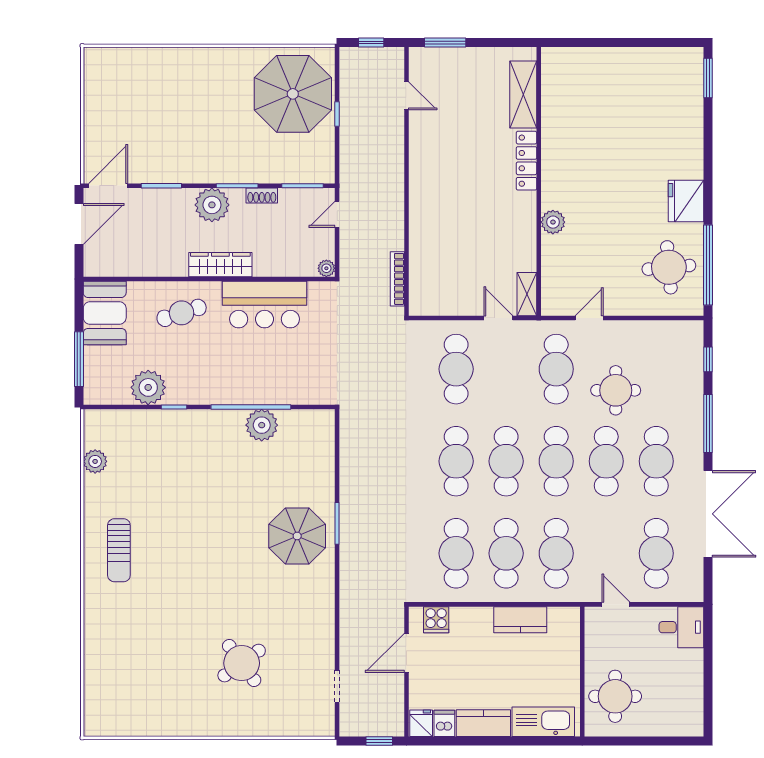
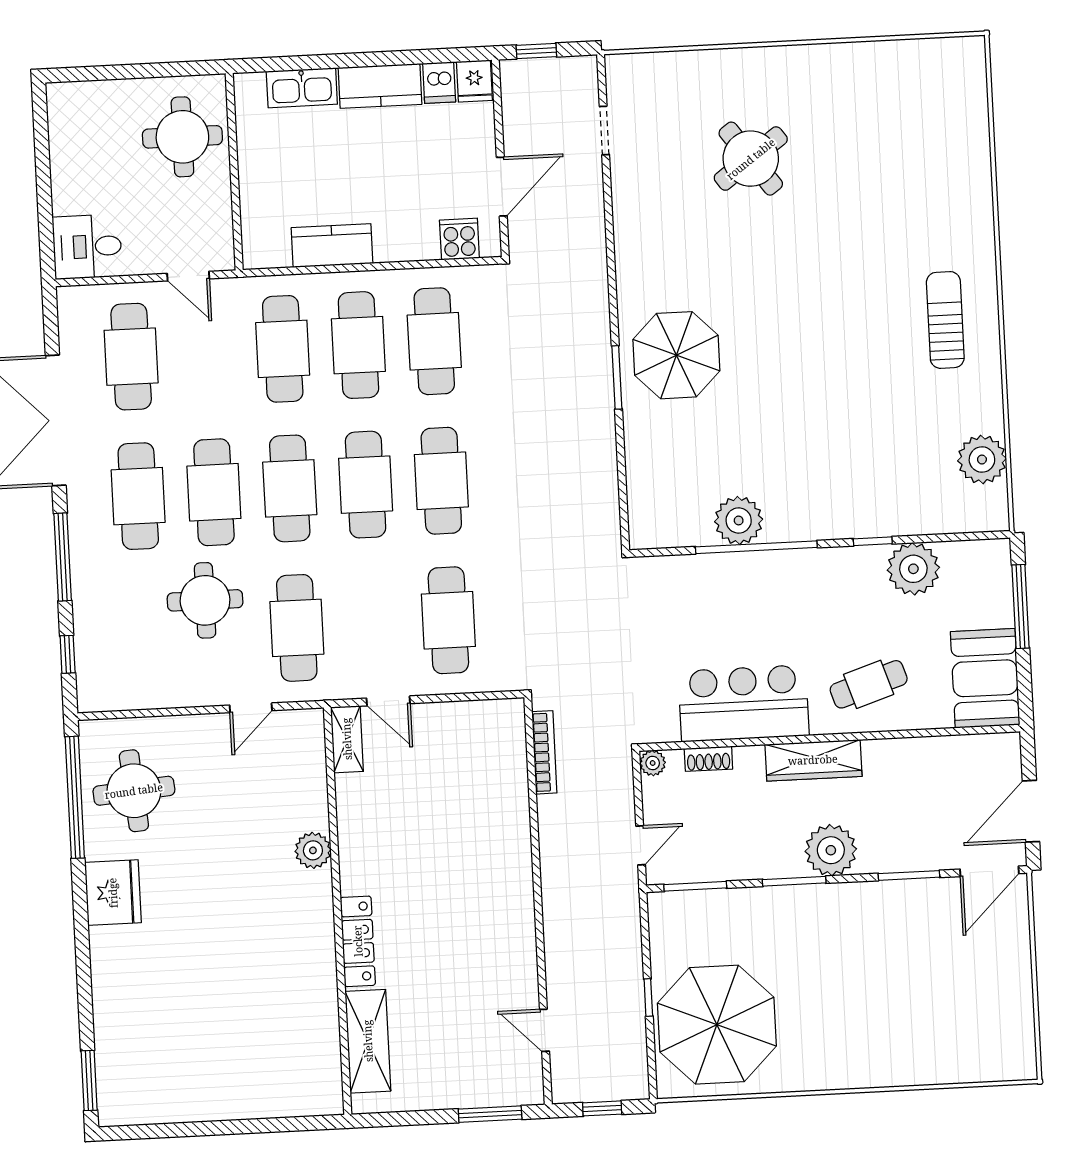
shoe rack: (262, 195) -> (708, 759), moved, turned 180
plant: (95, 461) -> (982, 460), width x1.36, depth x1.36
kitchen sink: (543, 722) -> (302, 88), width x0.73, depth x0.81

